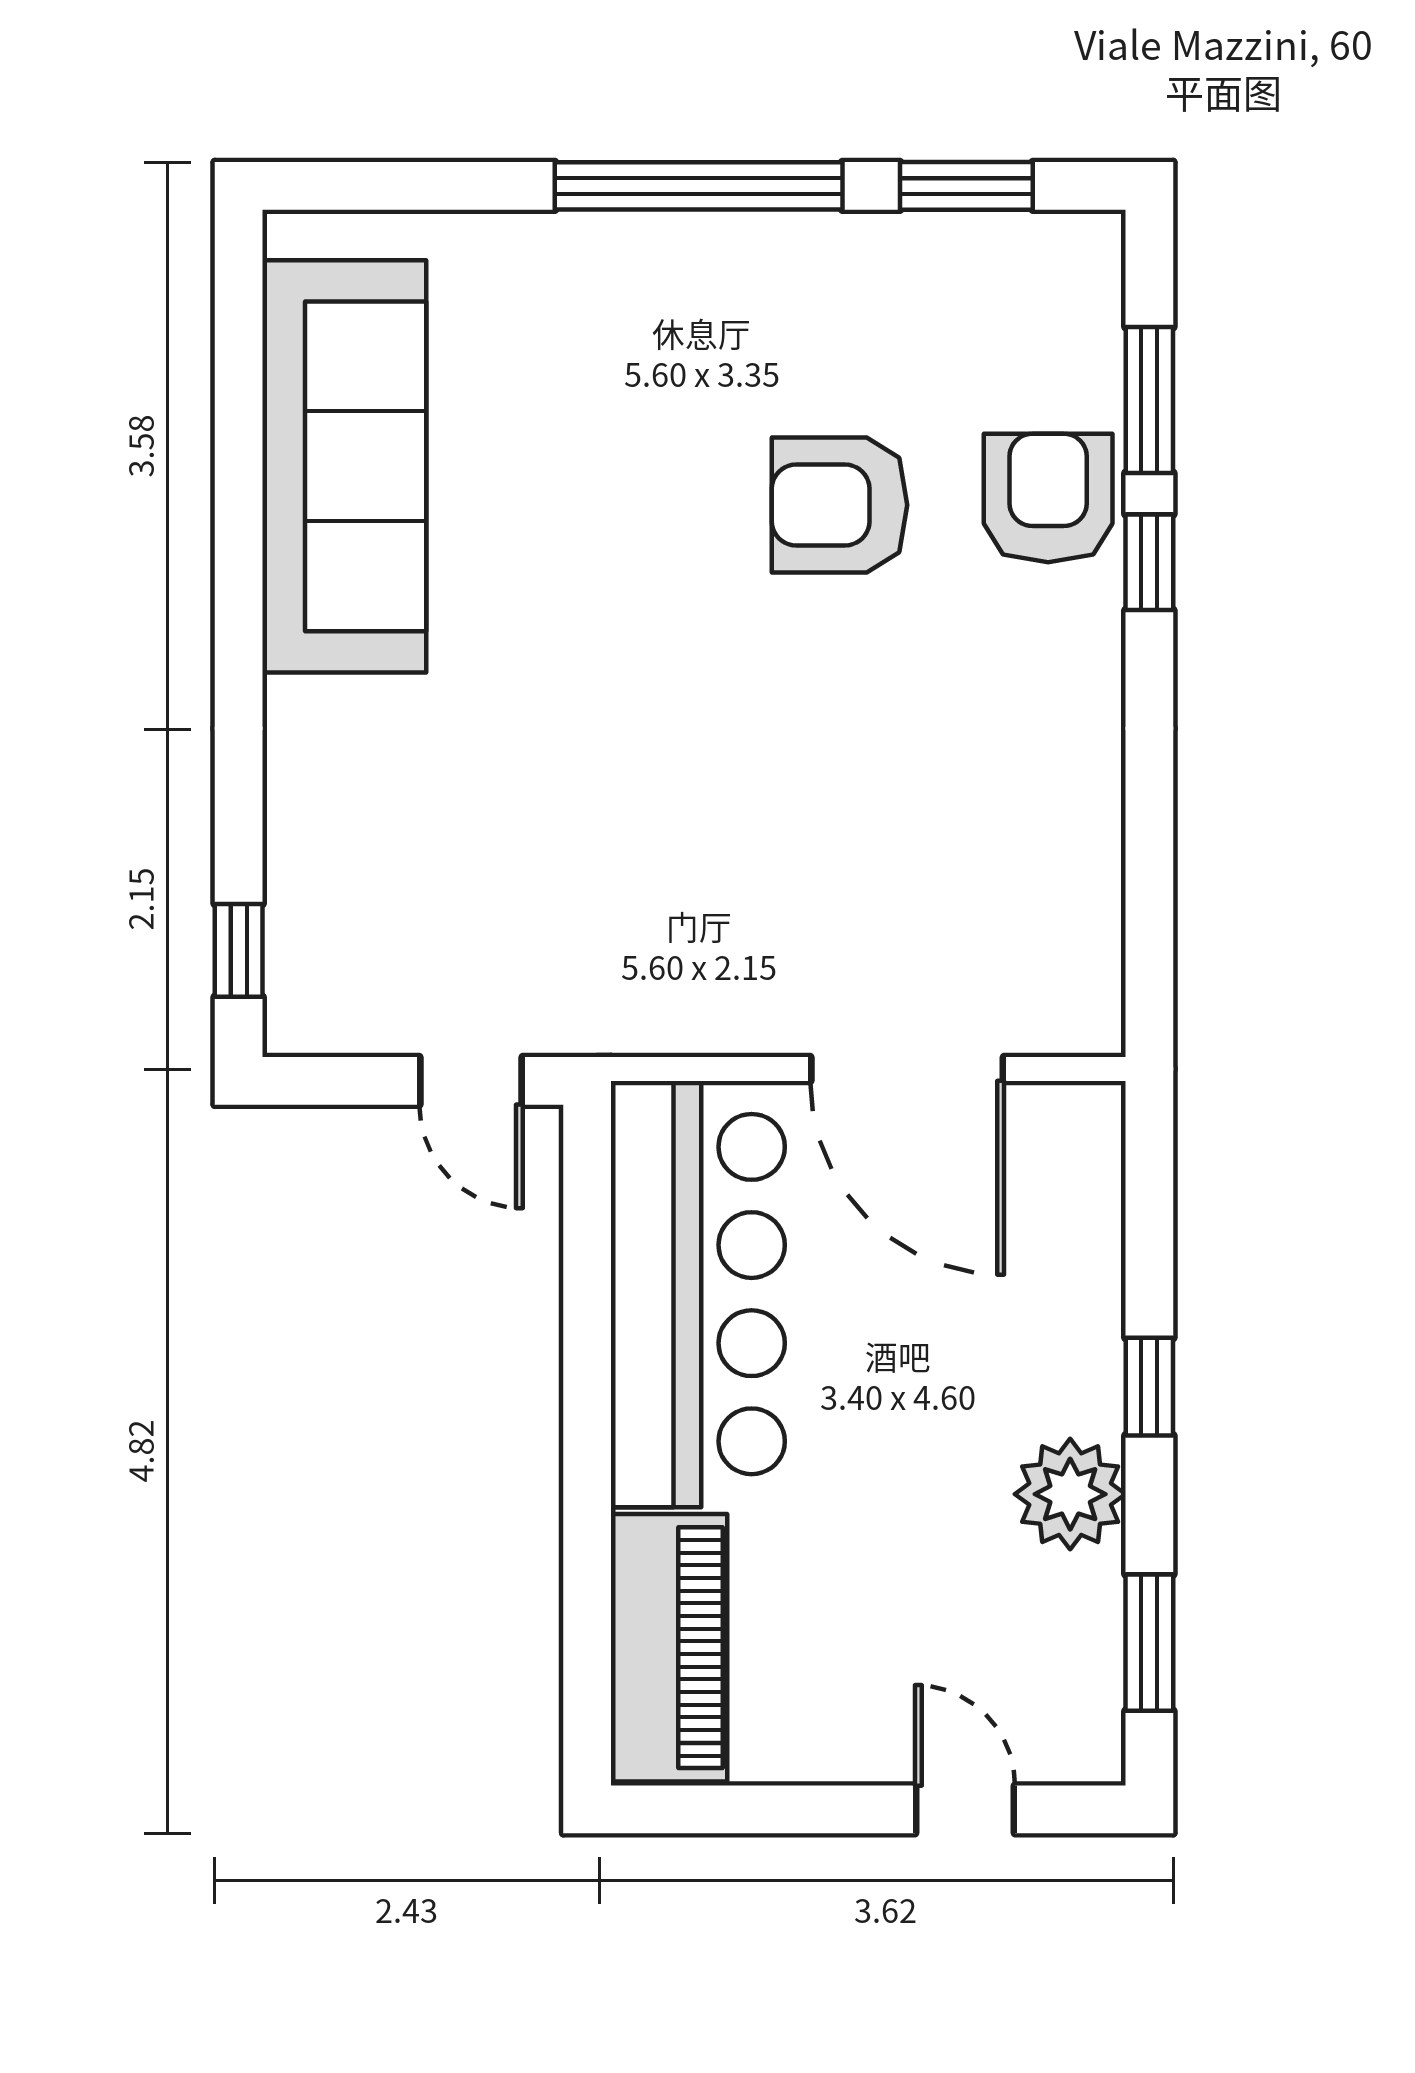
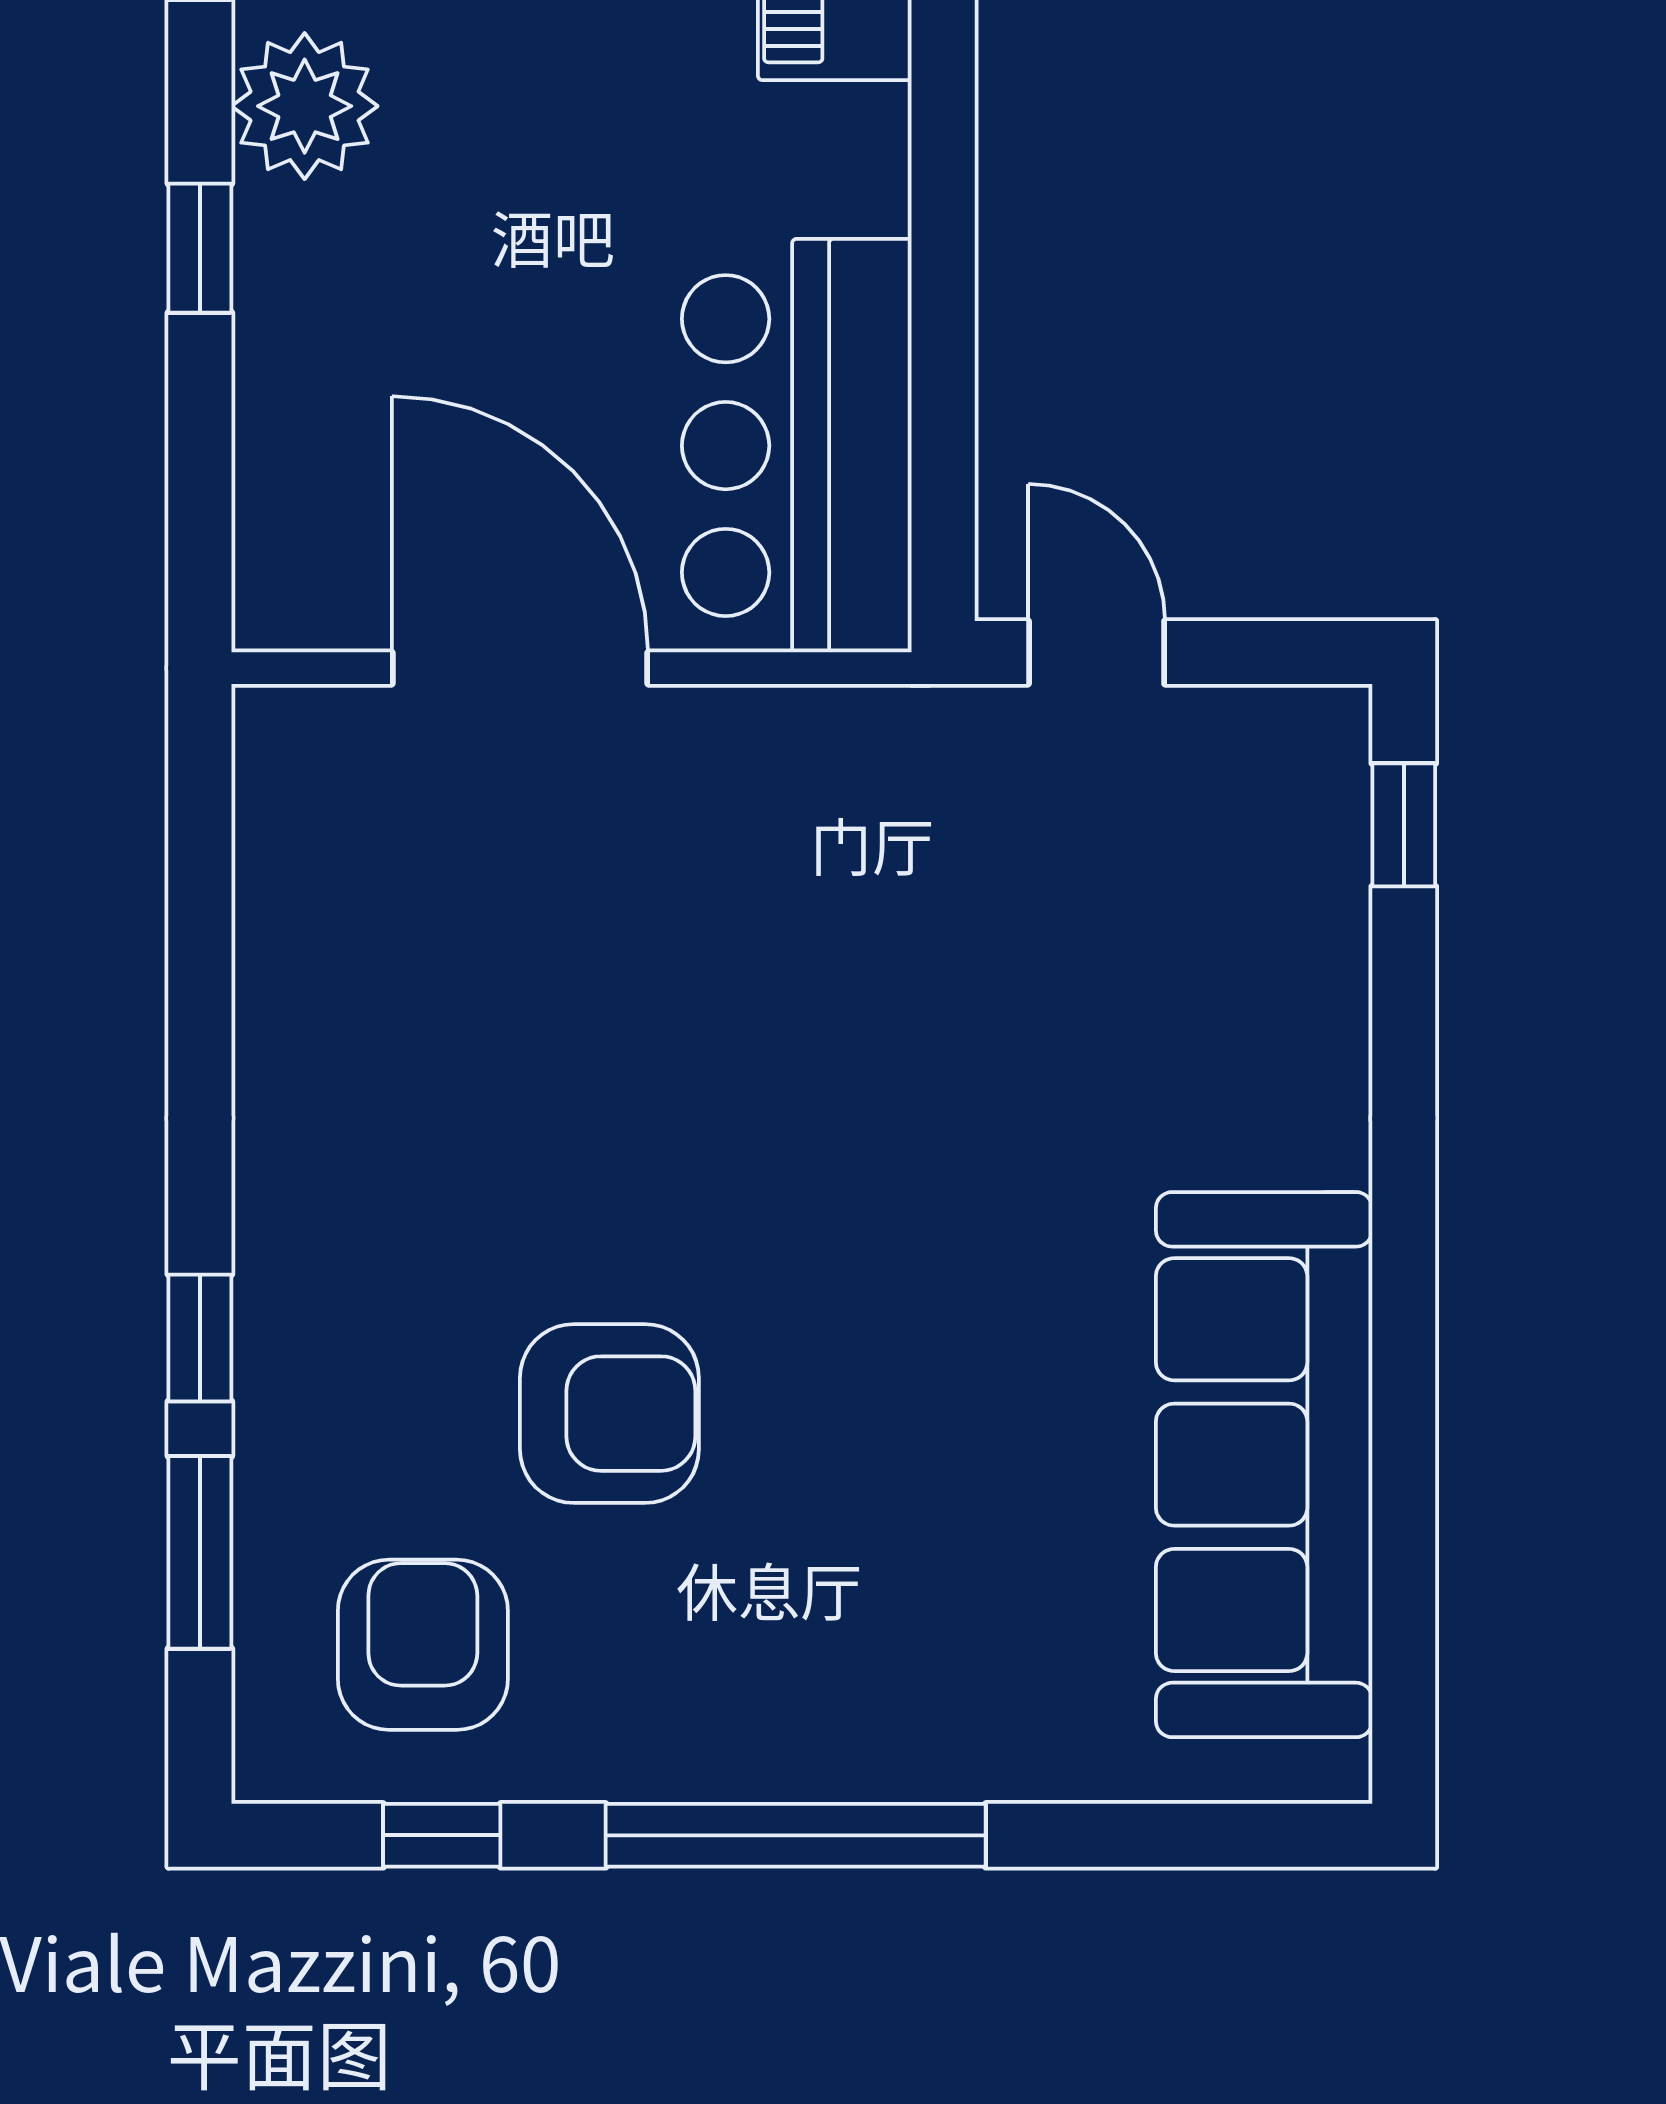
window: (966, 186) -> (442, 1835), width x0.67
armchair: (1048, 498) -> (423, 1645), moved, turned 180
bar counter: (698, 1294) -> (797, 446), width x0.73

